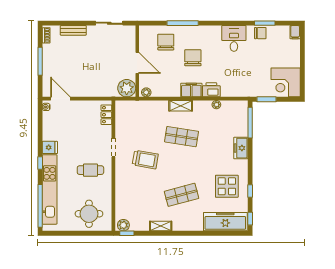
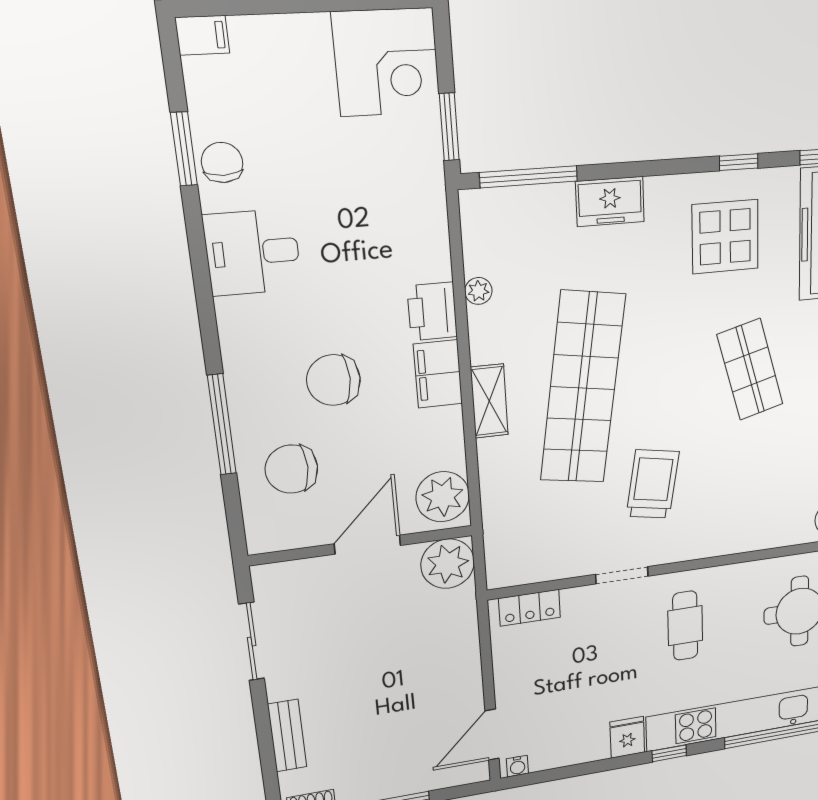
plant: (146, 92) -> (443, 497), width x1.88, depth x1.88
shop shelf: (181, 137) -> (583, 388), width x2.00, depth x1.36

